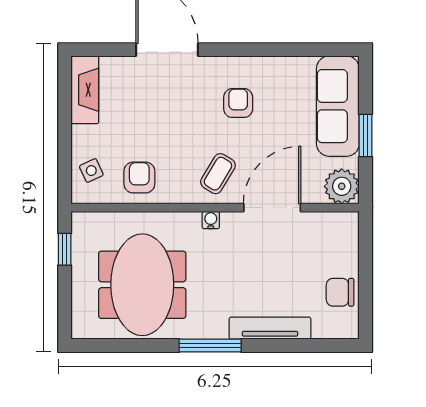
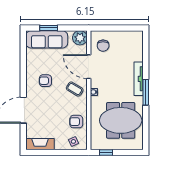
window: (365, 136) -> (49, 28), moved
chair: (340, 292) -> (103, 46), moved
tv unit: (270, 328) -> (139, 79), moved

